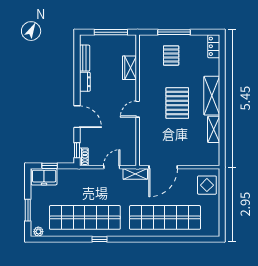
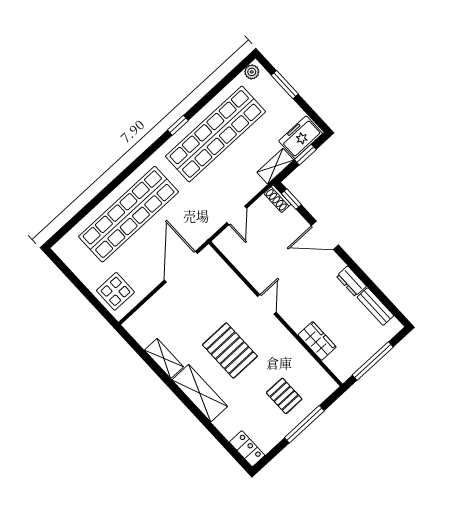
shelving: (135, 174) -> (275, 166), moved

